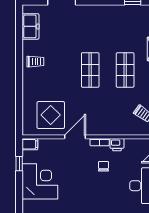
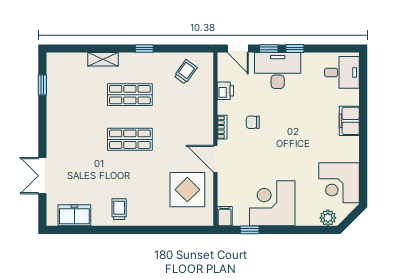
printer: (117, 145) -> (225, 91), moved

